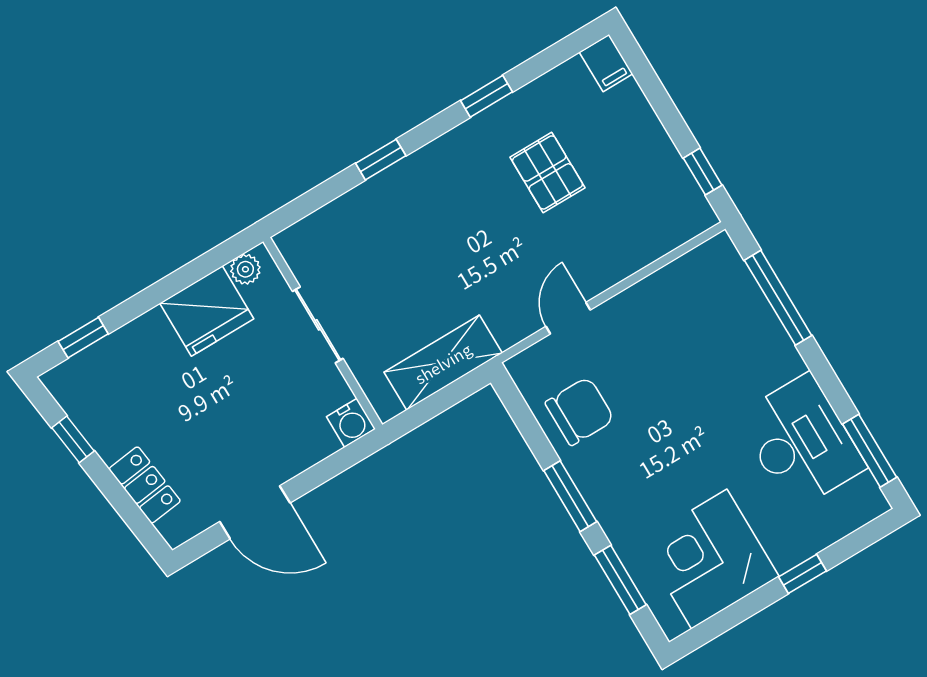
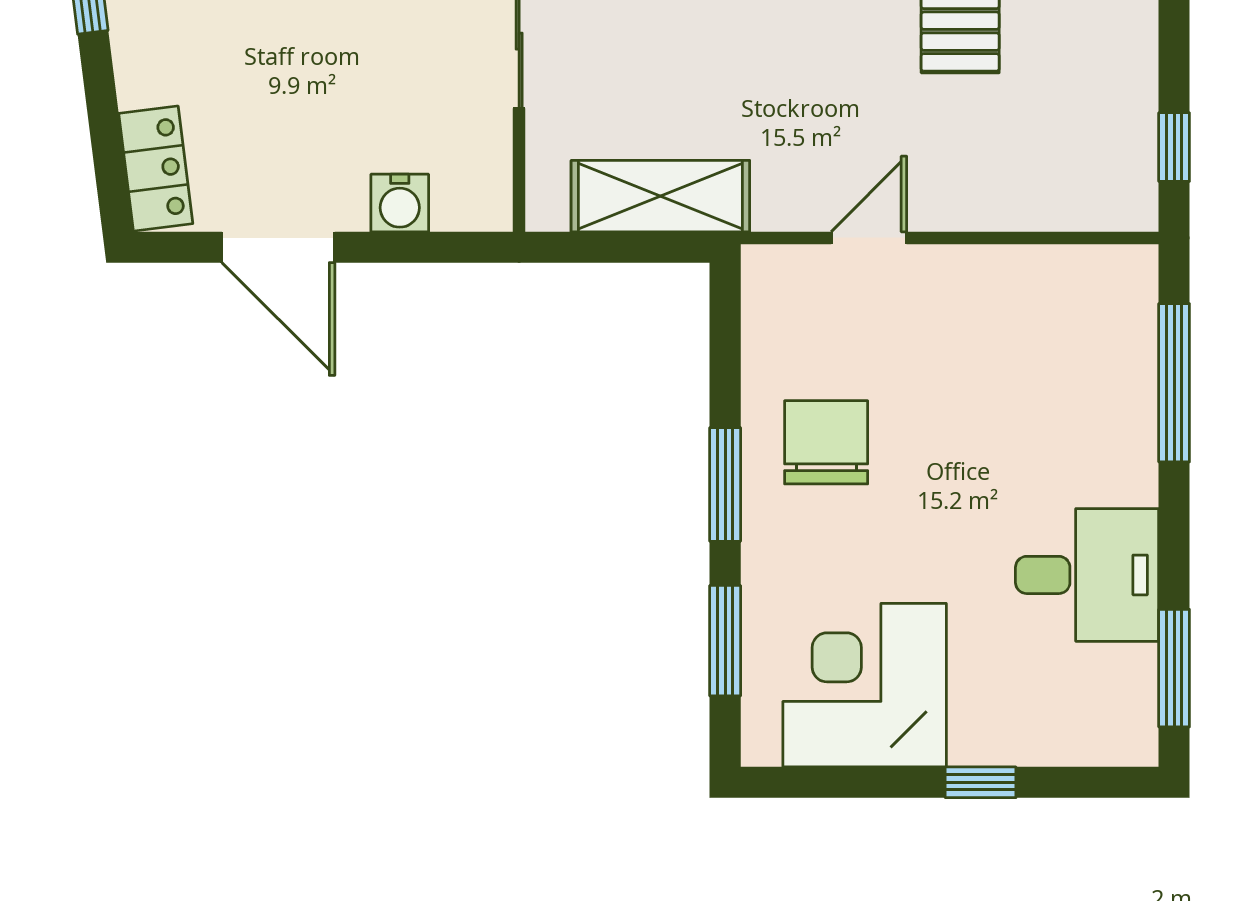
chair: (580, 411) -> (826, 442), moved, turned -90
water cooler: (351, 423) -> (400, 203), moved
desk: (801, 442) -> (1087, 575), width x0.73
locker: (145, 485) -> (156, 168), moved

